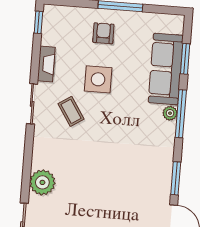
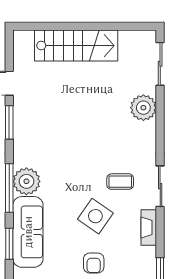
side table: (98, 79) -> (95, 216), turned 35
coffee table: (71, 111) -> (120, 182), turned -57
plant: (170, 113) -> (26, 181), width x1.87, depth x1.87

